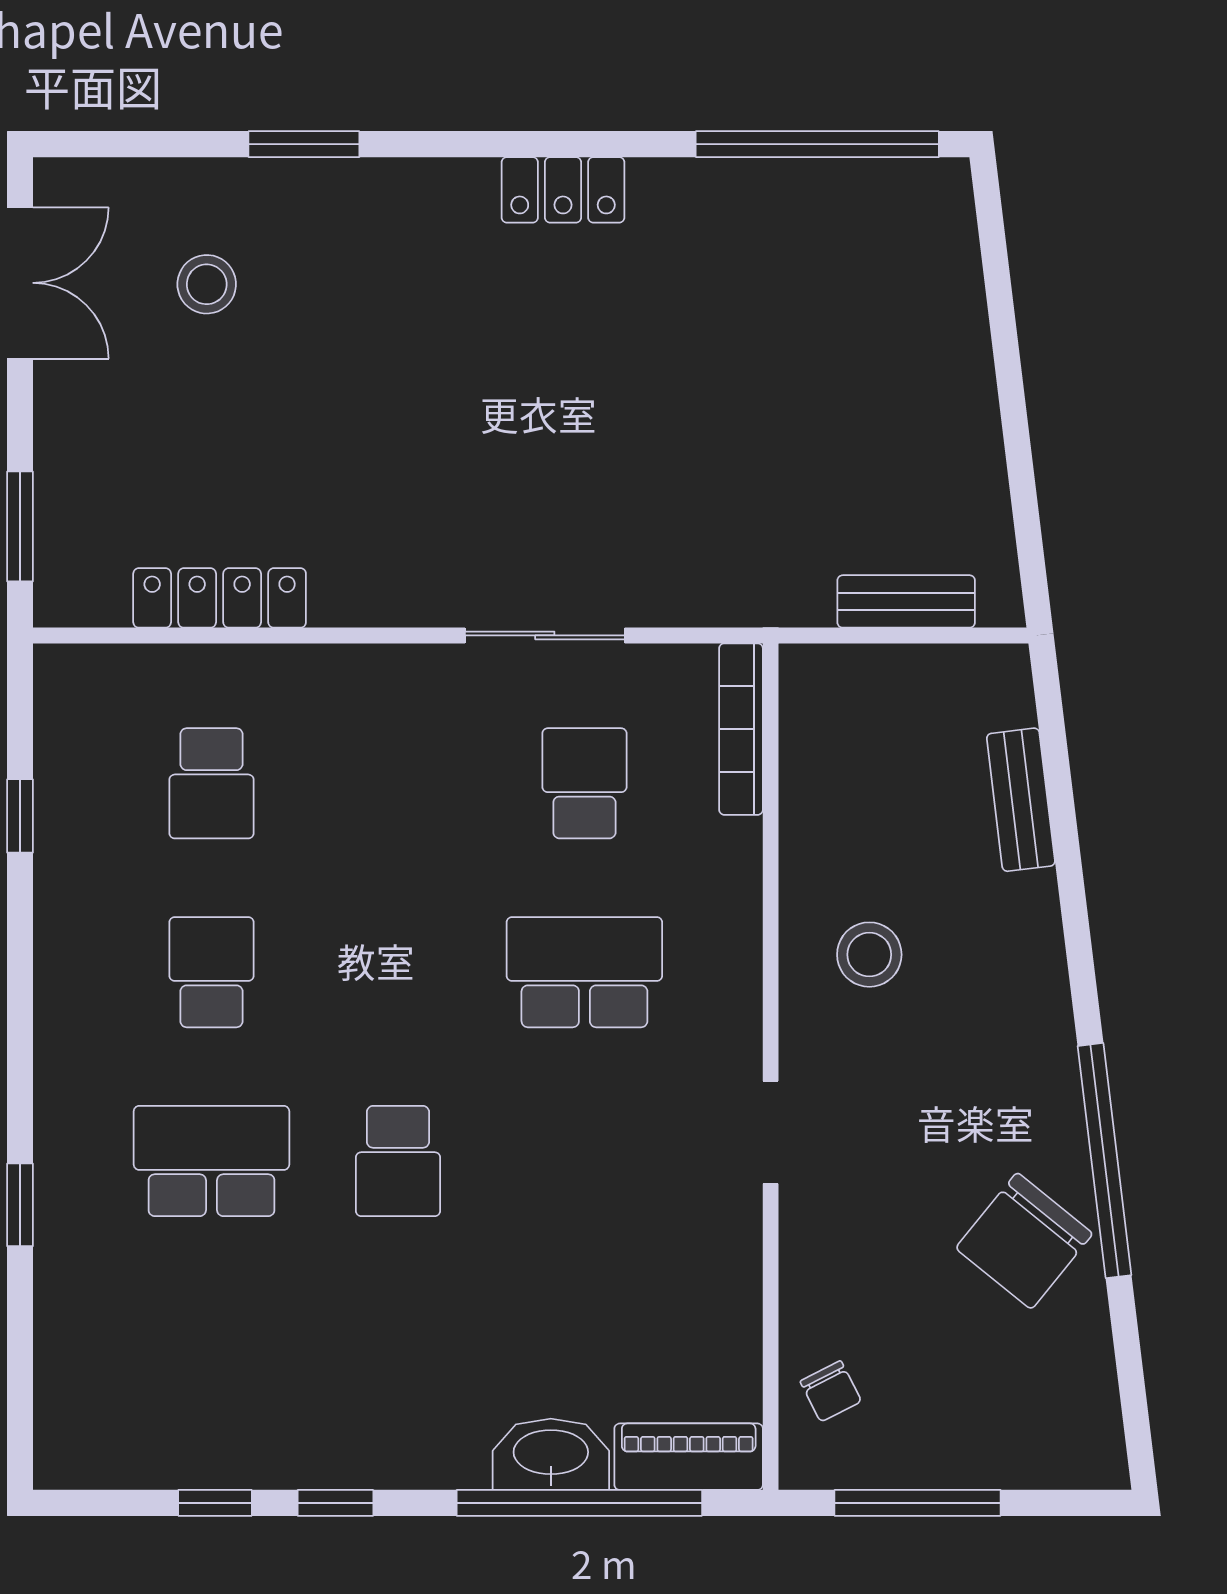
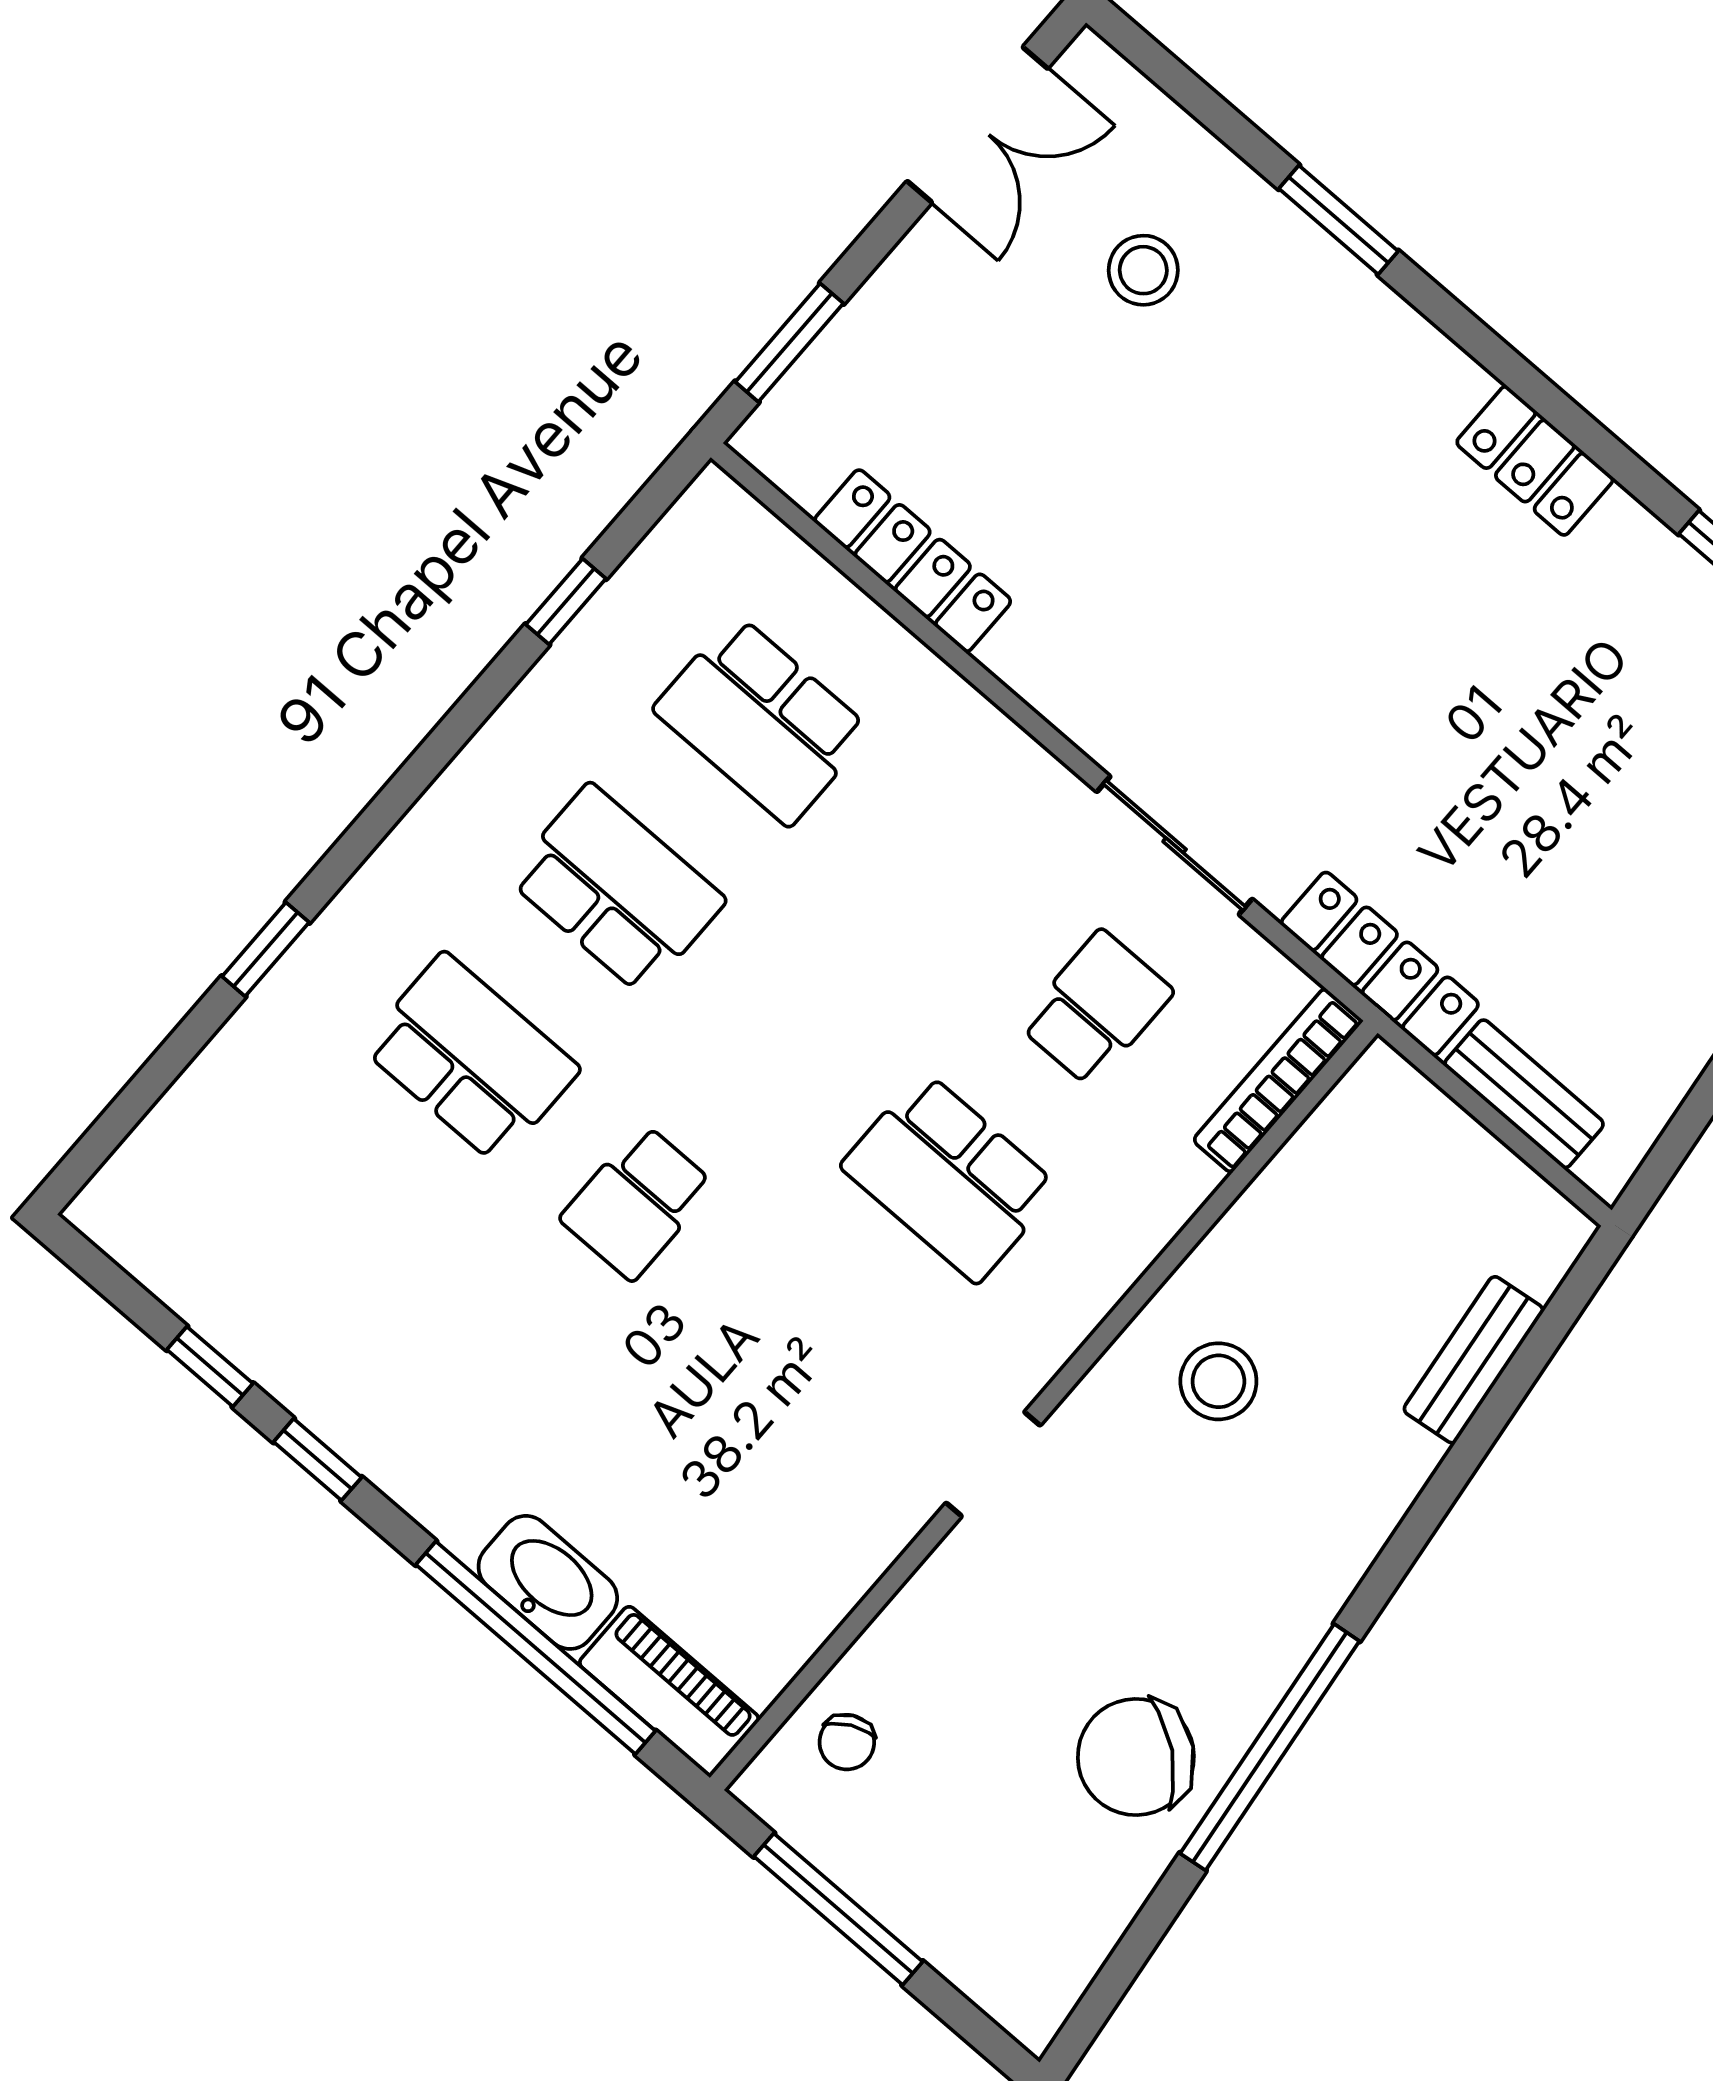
locker: (742, 598) -> (1380, 964), added
school desk: (211, 783) -> (762, 720), width x1.85
school desk: (211, 972) -> (616, 889), width x1.85
school desk: (584, 972) -> (950, 1177), turned 180

